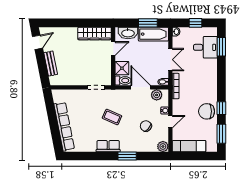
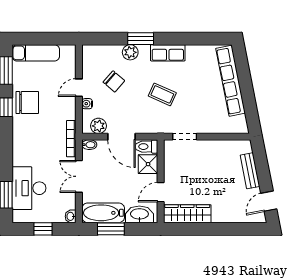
desk: (205, 47) -> (29, 188), width x1.37
plant: (163, 146) -> (130, 52), moved
exam couch: (189, 146) -> (36, 53), moved

